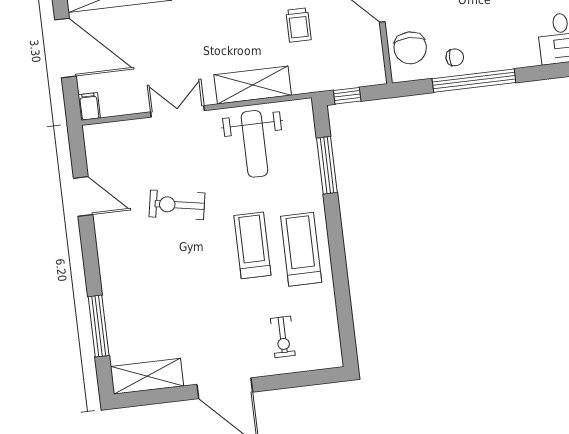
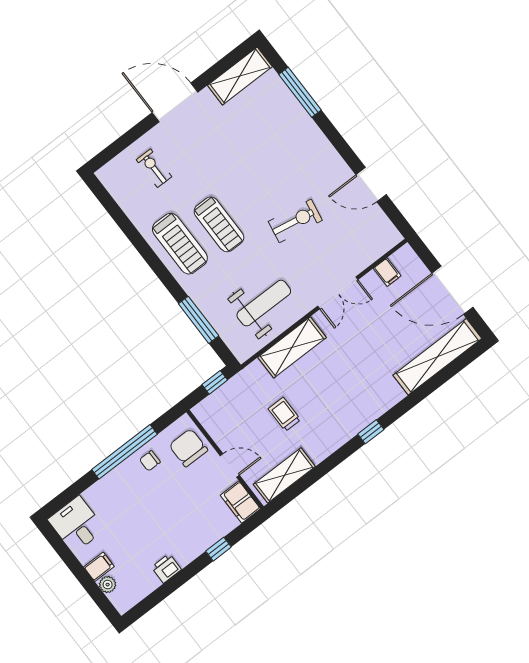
filing cabinet: (89, 106) -> (387, 272), moved
weight bench: (254, 144) -> (264, 303), turned 90

